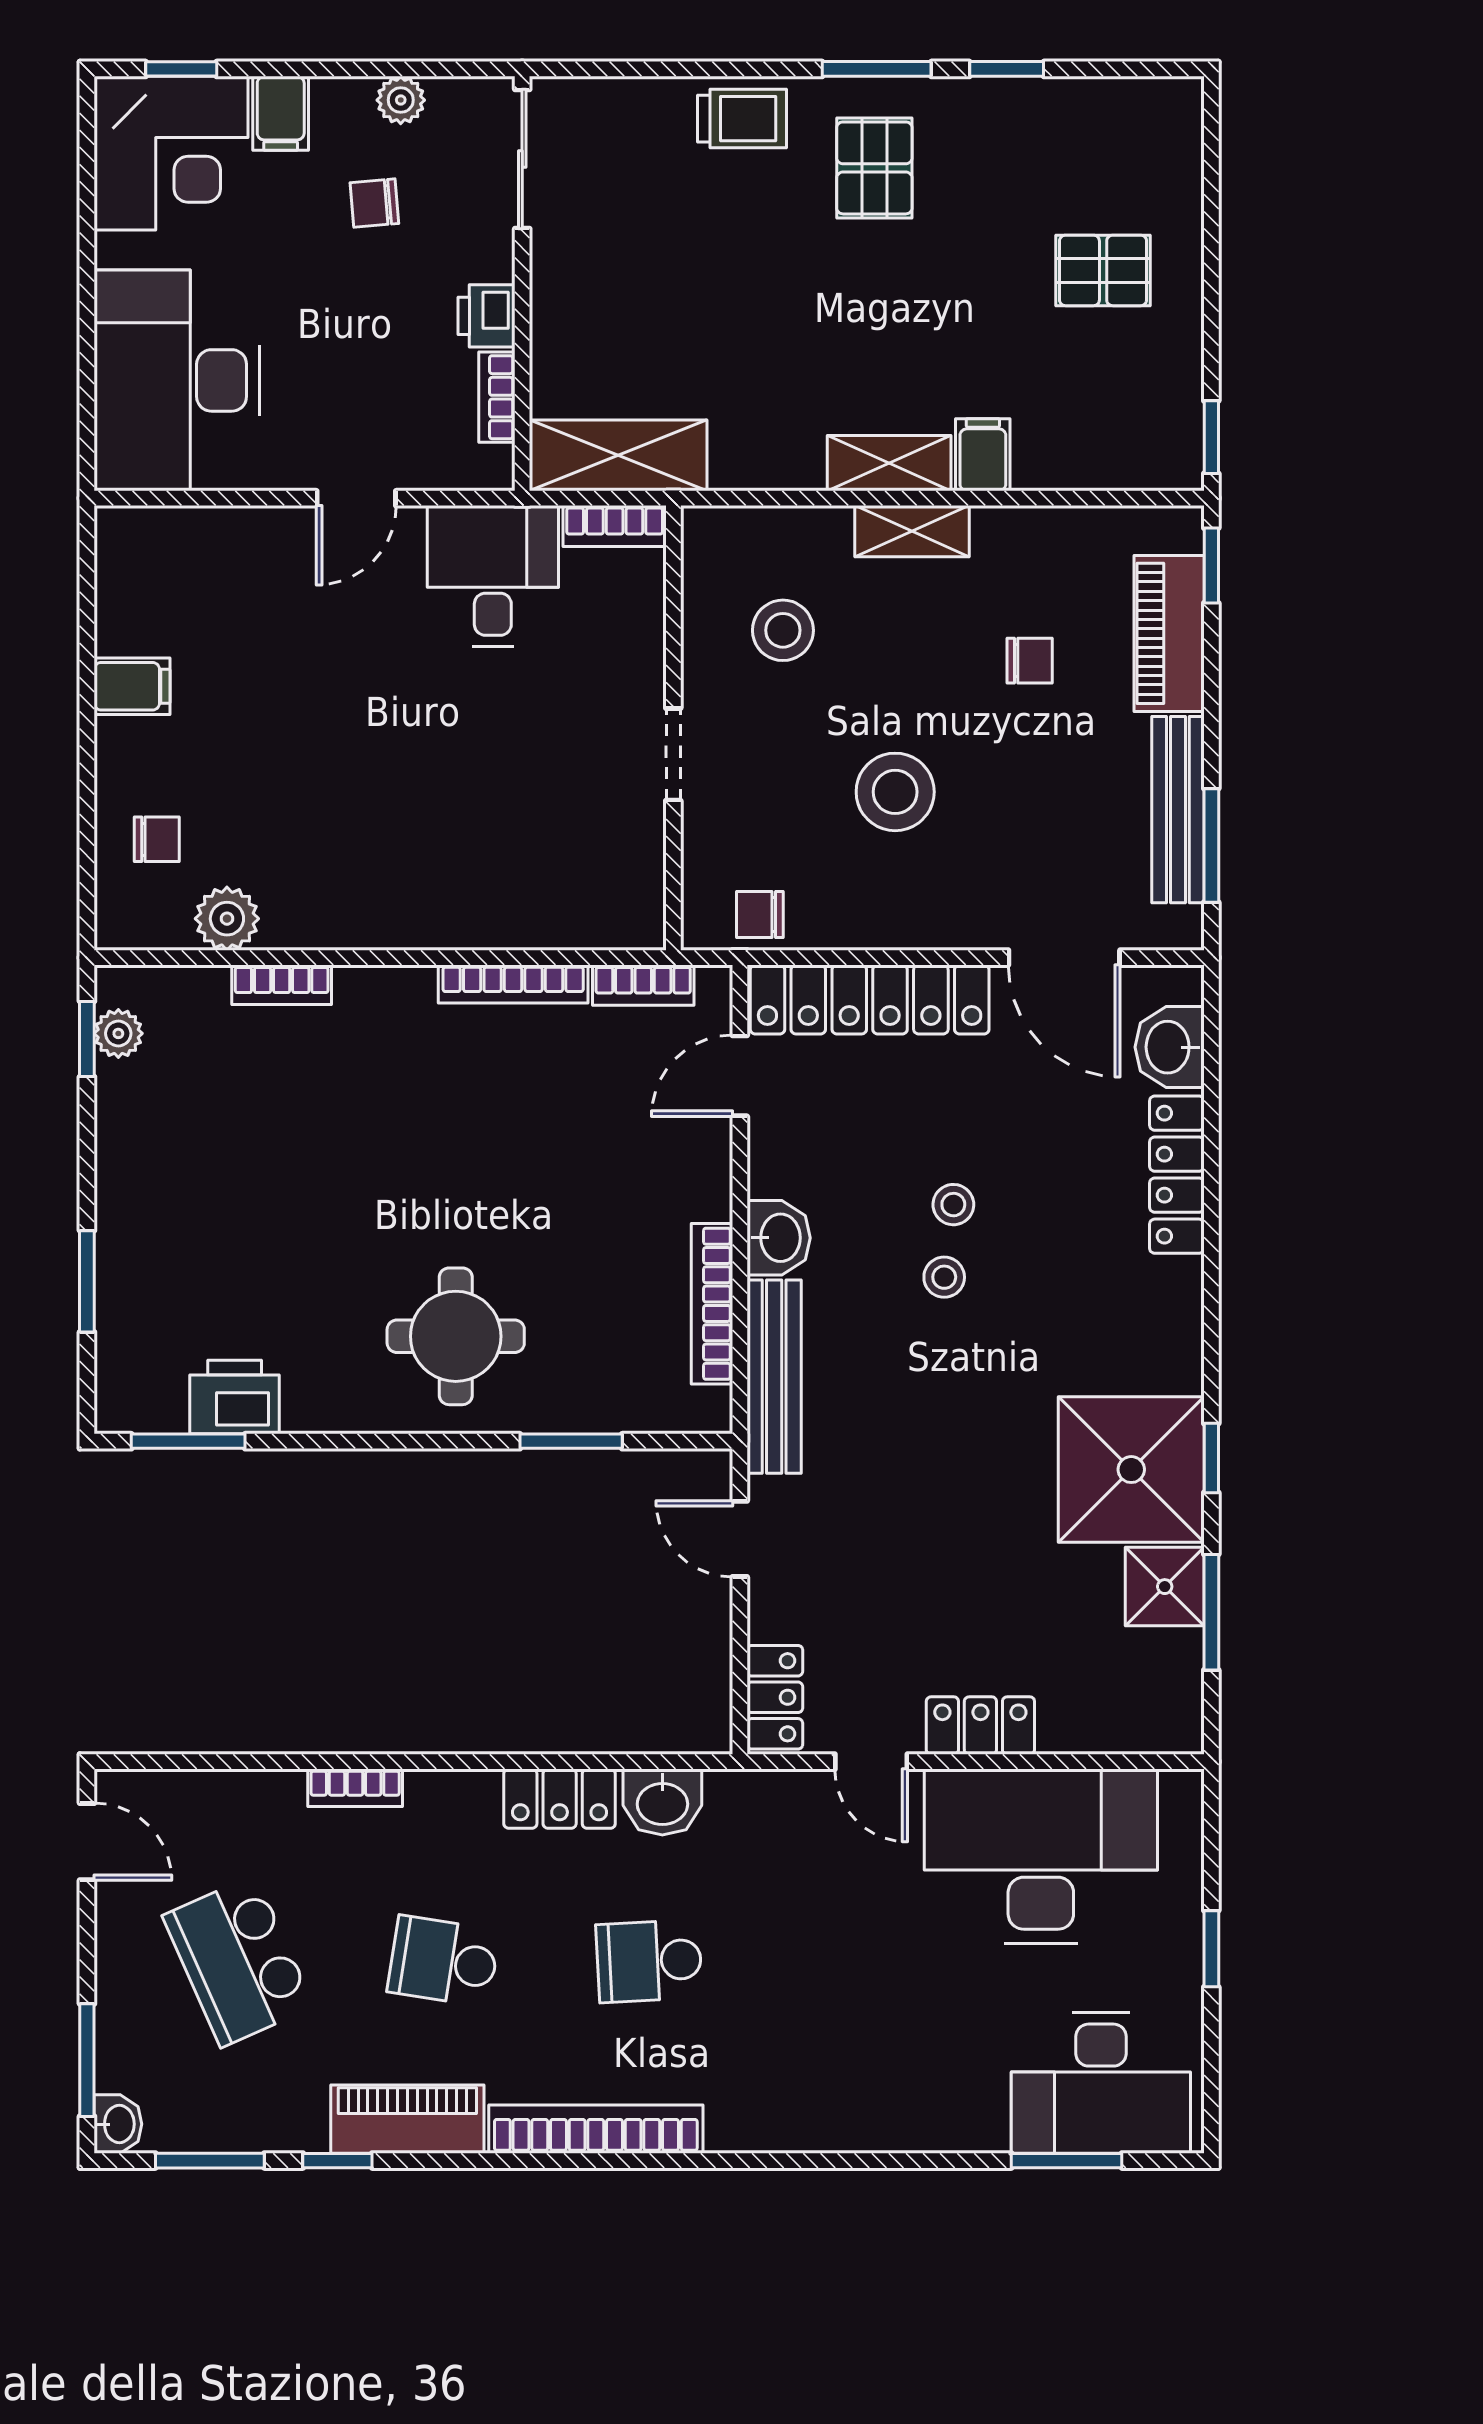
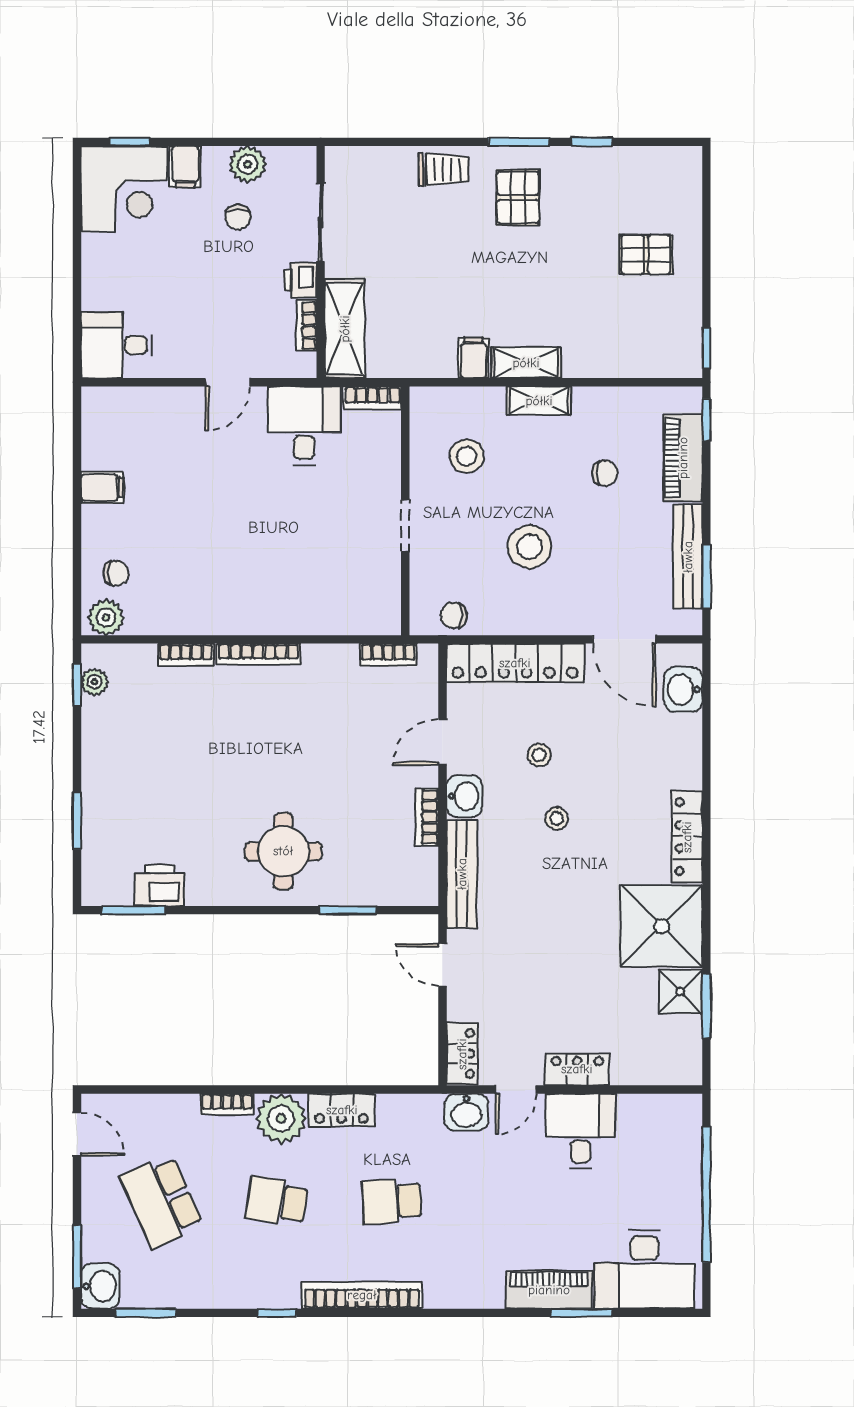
plant: (401, 100) -> (248, 164), width x1.38, depth x1.38
sliding door: (522, 159) -> (321, 222), moved
chair: (374, 203) -> (238, 217), turned -85
desk: (177, 380) -> (117, 345), width x0.53, depth x0.77
shelving: (618, 455) -> (345, 329), moved, turned 90
filing cabinet: (983, 455) -> (474, 358), moved
plant: (227, 919) -> (106, 618), moved
bookcase: (513, 984) -> (258, 654), moved
door: (740, 1076) -> (442, 742), moved
locker: (1177, 1175) -> (687, 837), moved
stool: (953, 1205) -> (539, 755), moved
bookcase: (712, 1304) -> (427, 817), width x0.64
window: (1211, 1458) -> (706, 920), removed
door: (871, 1762) -> (516, 1090), hinge flipped
washbasin: (662, 1802) -> (466, 1112), moved
plant: (452, 1813) -> (281, 1118), added
desk: (1041, 1856) -> (581, 1131), width x0.53, depth x0.77
window: (1211, 1949) -> (706, 1194), width x3.17
piano: (407, 2119) -> (549, 1290), moved
washbasin: (118, 2124) -> (100, 1286), width x1.38, depth x1.45
window: (337, 2161) -> (277, 1313), moved
window: (1067, 2161) -> (581, 1313), moved

